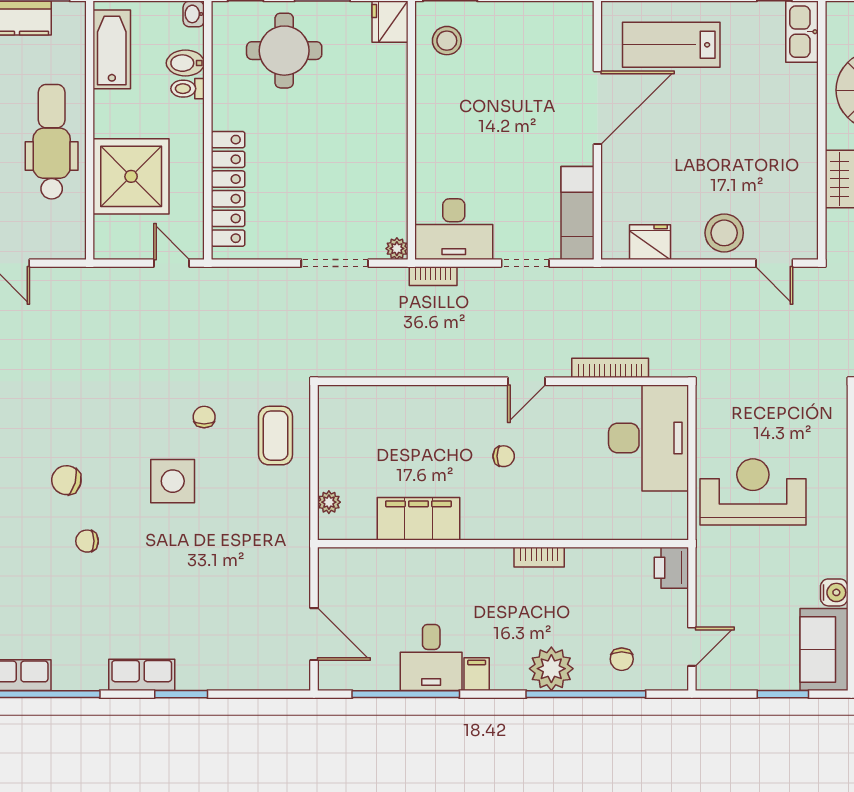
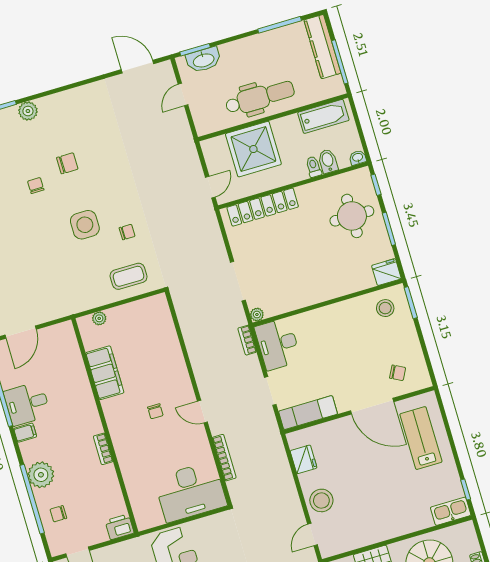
chair: (556, 51) -> (398, 373), added
chair: (66, 480) -> (67, 163), turned 74

